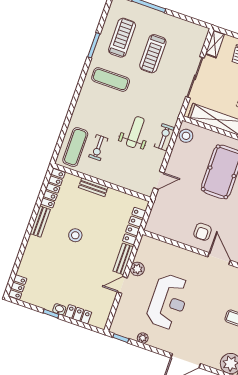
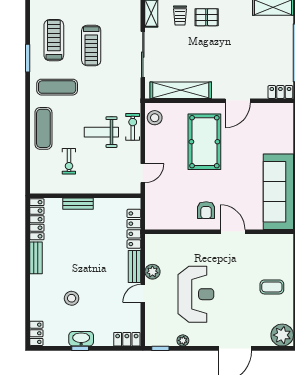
weight bench: (135, 132) -> (101, 132), turned -90
exercise mat: (75, 147) -> (43, 128), moved
stool: (75, 235) -> (72, 298), moved
washbasin: (59, 309) -> (81, 339), width x1.91, depth x1.45
locker: (78, 314) -> (127, 339), moved

